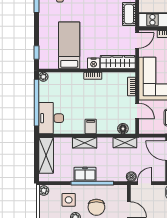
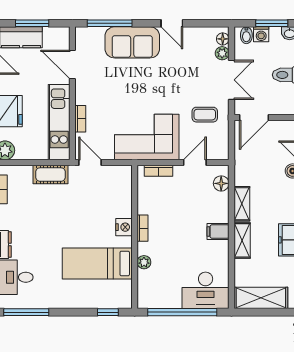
wardrobe: (118, 62) -> (122, 191), removed
plant: (43, 77) -> (144, 262), moved
shelving: (125, 143) -> (242, 204), moved

